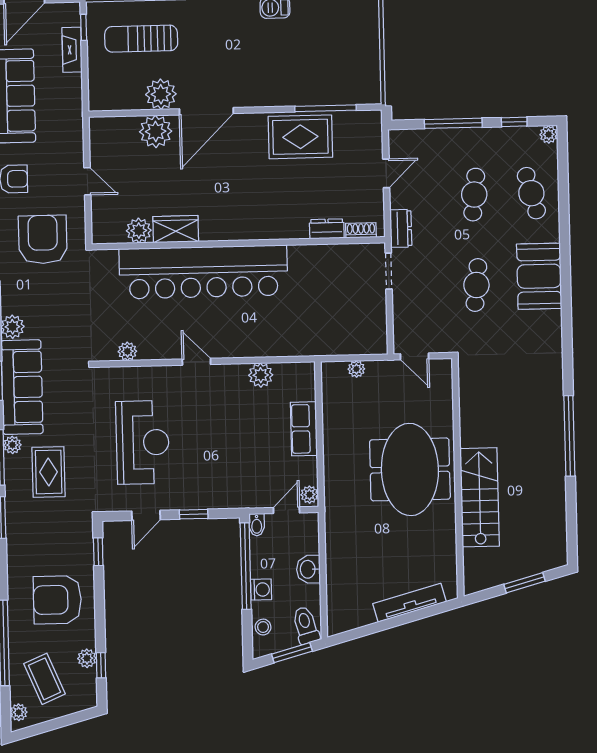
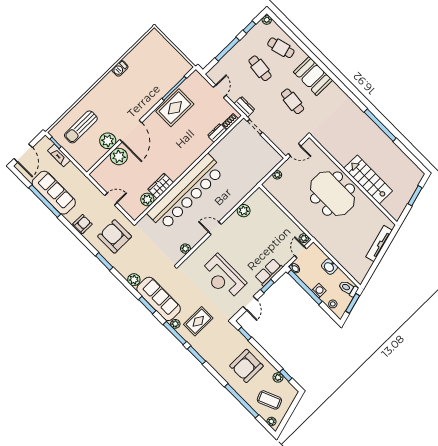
row of seats: (304, 429) -> (269, 272), moved, turned 90
reception desk: (143, 442) -> (223, 277), turned 180
rug: (49, 472) -> (198, 321), turned 90

